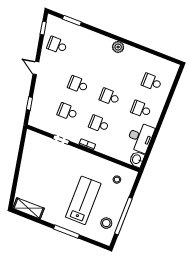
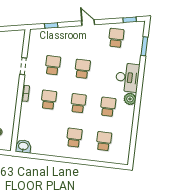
door: (36, 68) -> (88, 23), hinge flipped
school desk: (120, 70) -> (108, 107), added
desk: (140, 137) -> (127, 77), moved, turned -90

